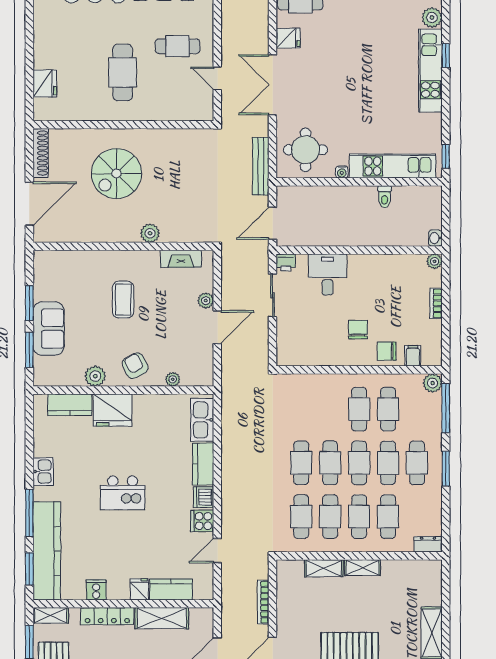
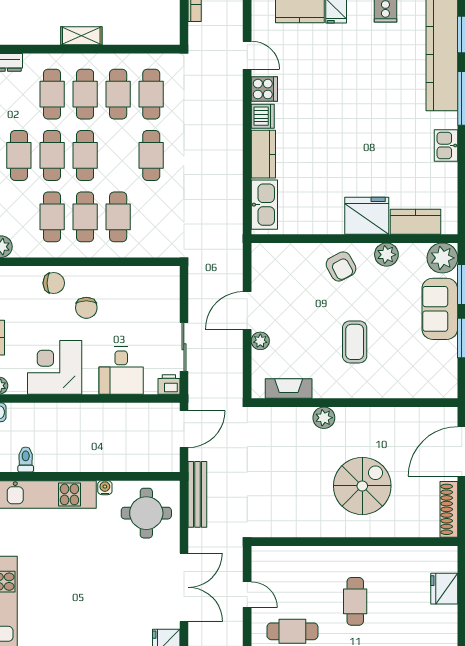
cafe table: (123, 72) -> (355, 601), width x0.73, depth x0.74
toilet: (385, 197) -> (26, 459), moved
corner desk: (386, 277) -> (55, 367), added
filing cabinet: (413, 356) -> (24, 278), removed
plant: (173, 379) -> (442, 258), moved, width x1.87, depth x1.87
cafe table: (330, 463) -> (118, 217), moved
kitchen island: (123, 493) -> (355, 121), removed
door: (217, 551) -> (247, 55), hinge flipped
shelving: (324, 568) -> (125, 35), removed

